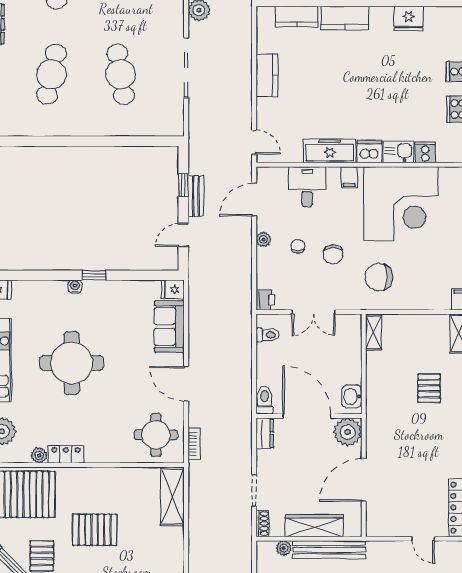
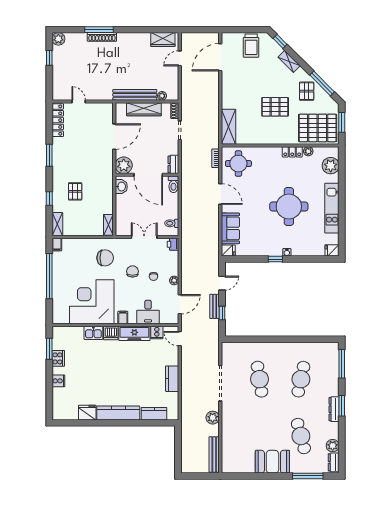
kitchen counter: (345, 18) -> (118, 413), width x1.50
cooker: (425, 152) -> (157, 333), moved

